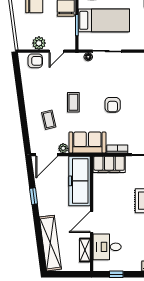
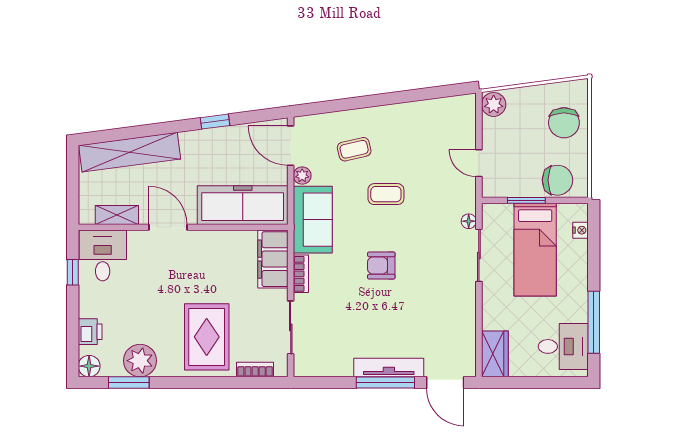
plant: (39, 43) -> (494, 104), moved
armchair: (35, 61) -> (461, 125), removed
desk: (107, 247) -> (103, 255), moved

